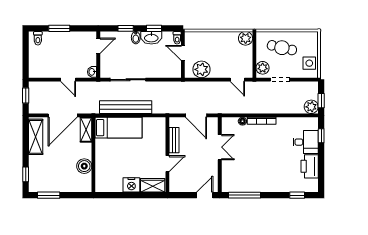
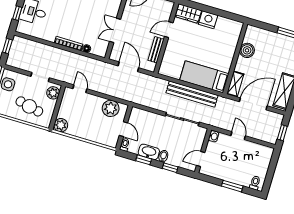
plant: (311, 107) -> (18, 43), removed

